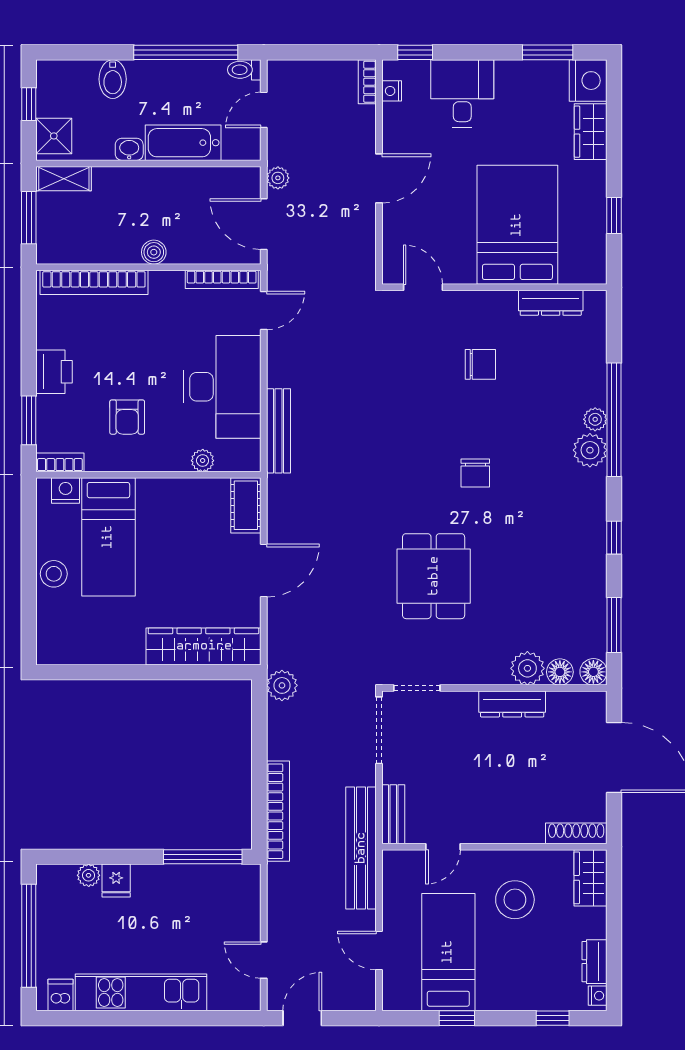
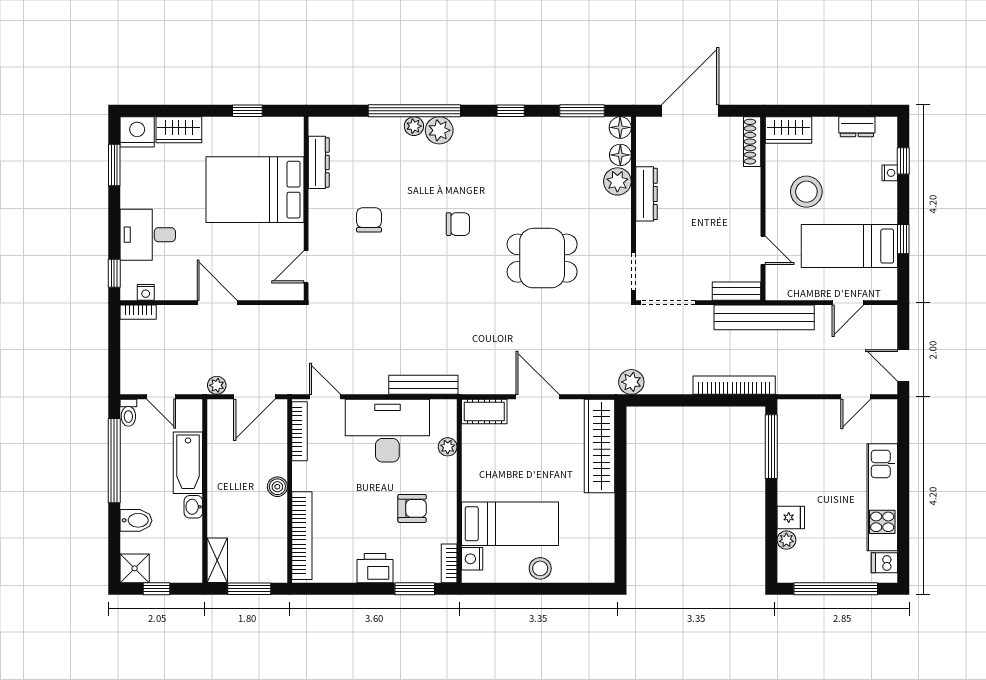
shower: (54, 136) -> (135, 568), moved
nightstand: (598, 996) -> (890, 173), moved, turned 90

